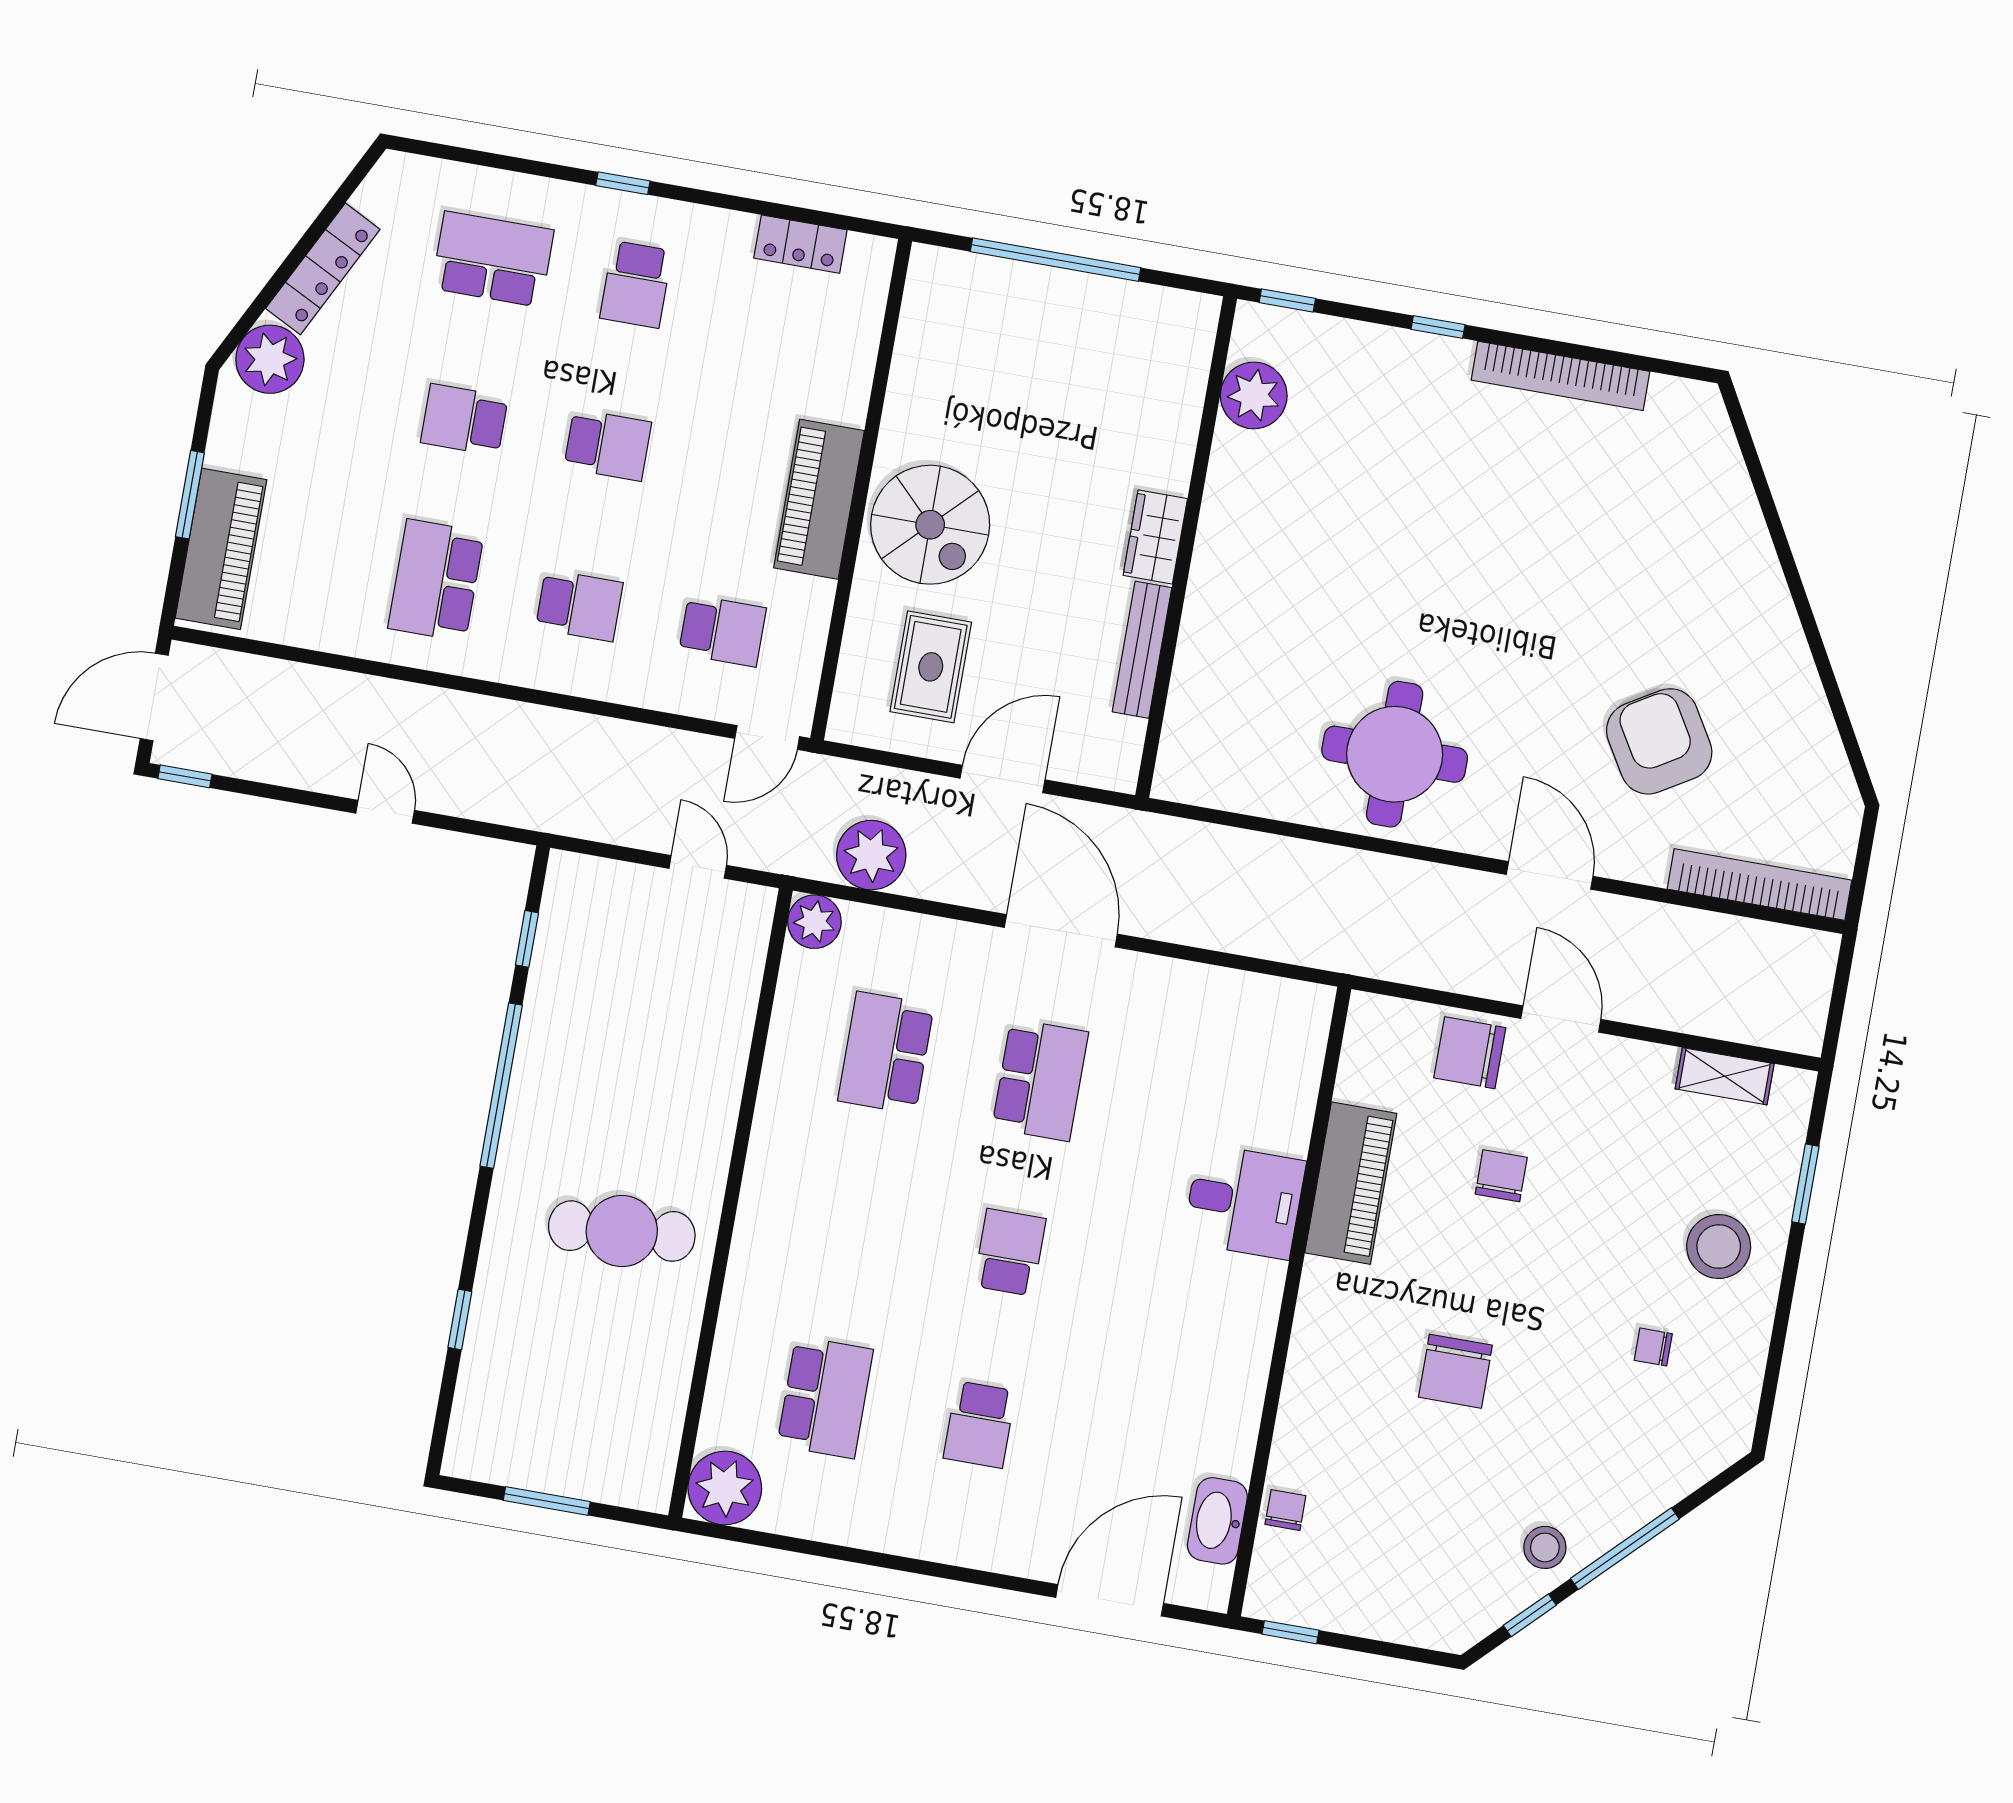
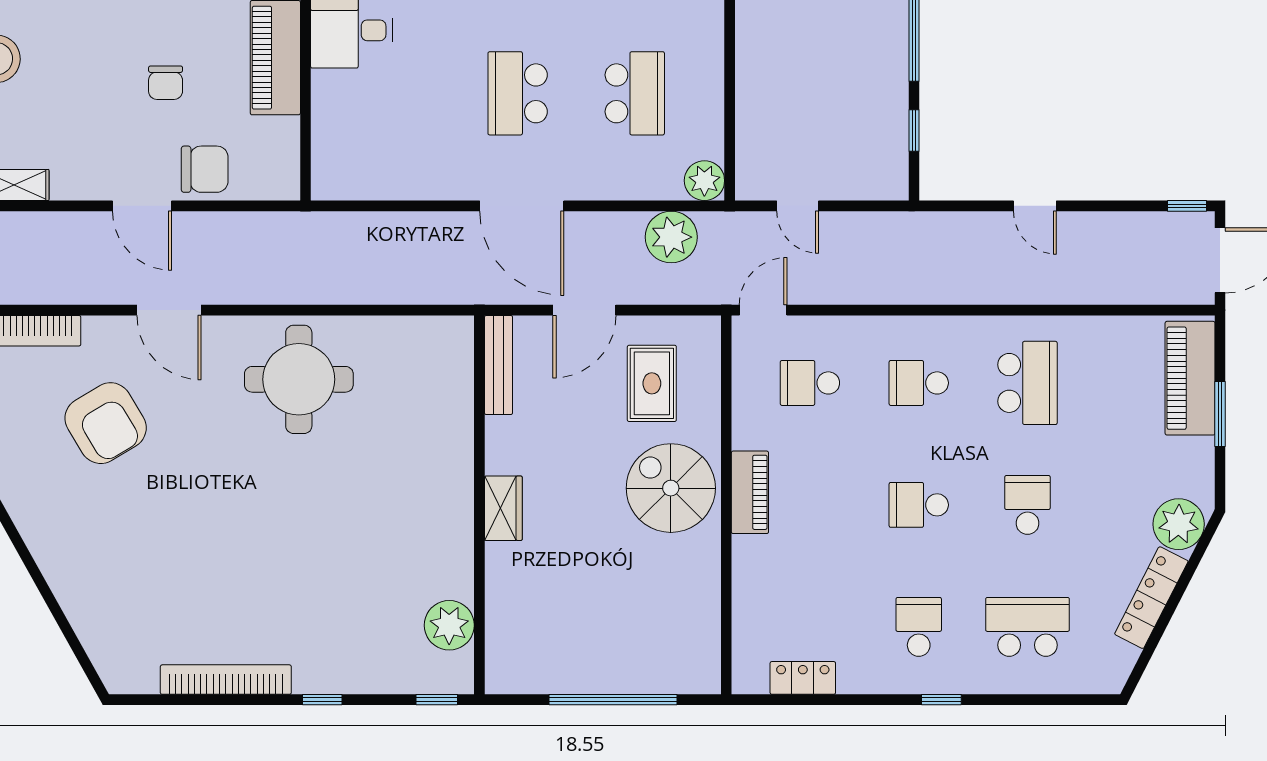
school desk: (493, 259) -> (1027, 627), turned 180
school desk: (464, 420) -> (1027, 505), turned -90
piano: (819, 499) -> (750, 492), width x0.73, depth x0.75
bench: (1142, 650) -> (498, 365), moved

